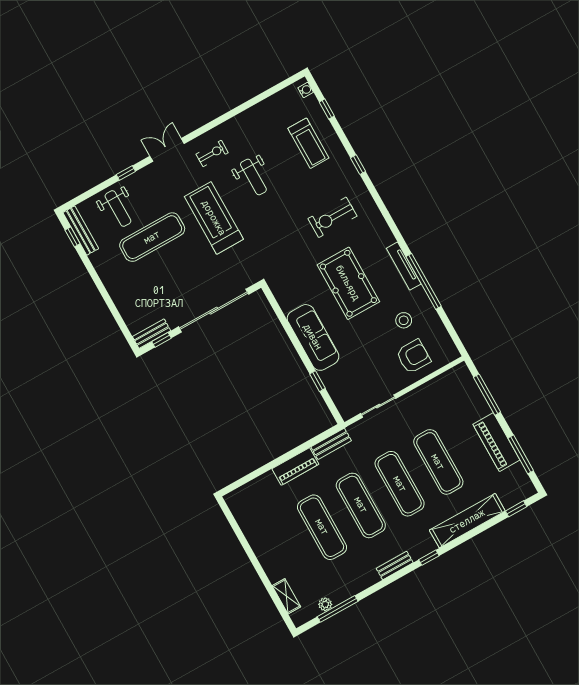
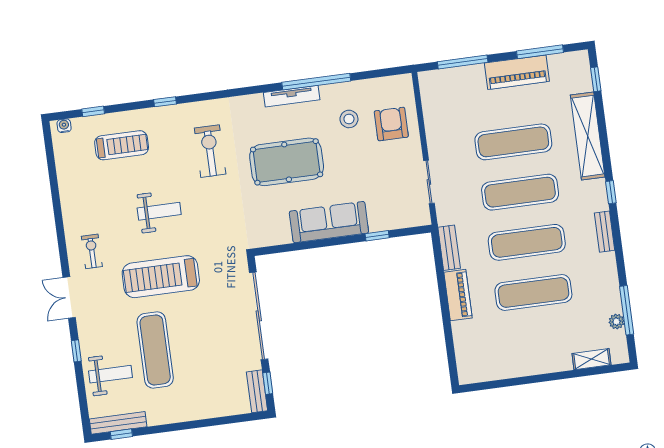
weight bench: (253, 177) -> (159, 211), moved
exercise bike: (332, 217) -> (210, 151), turned 180

